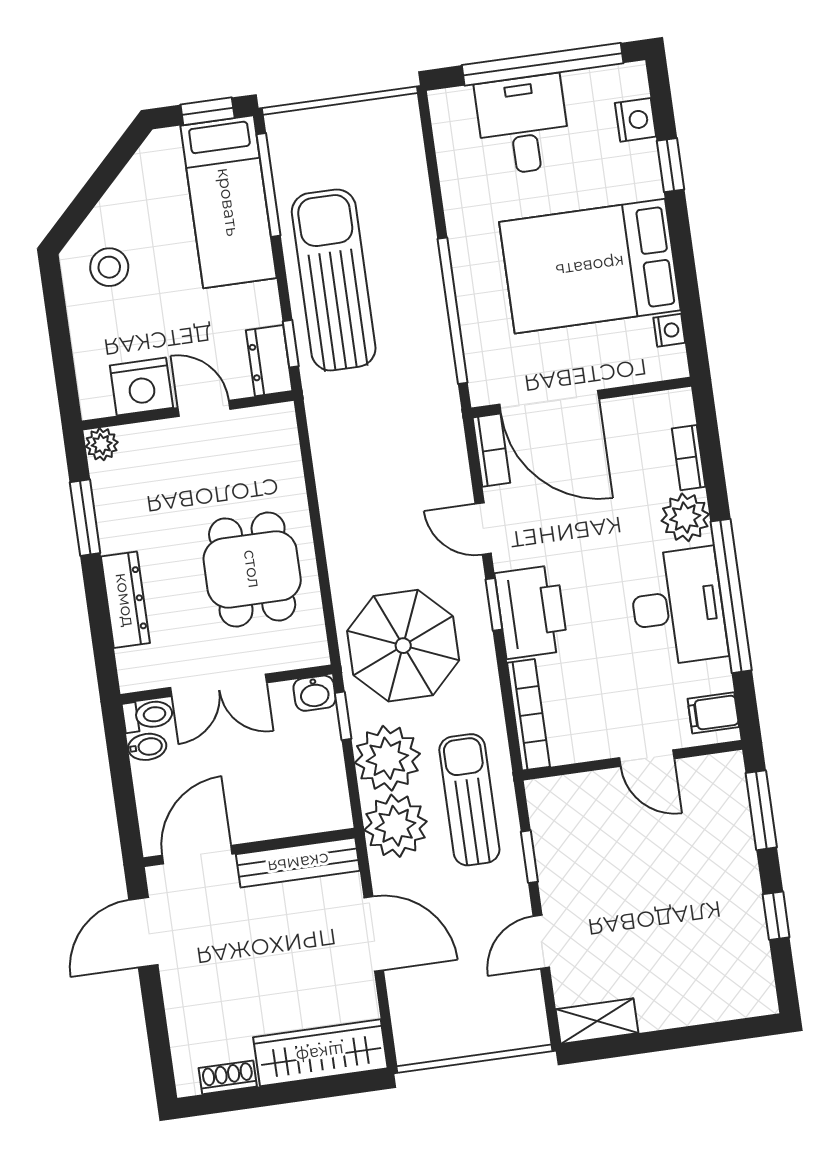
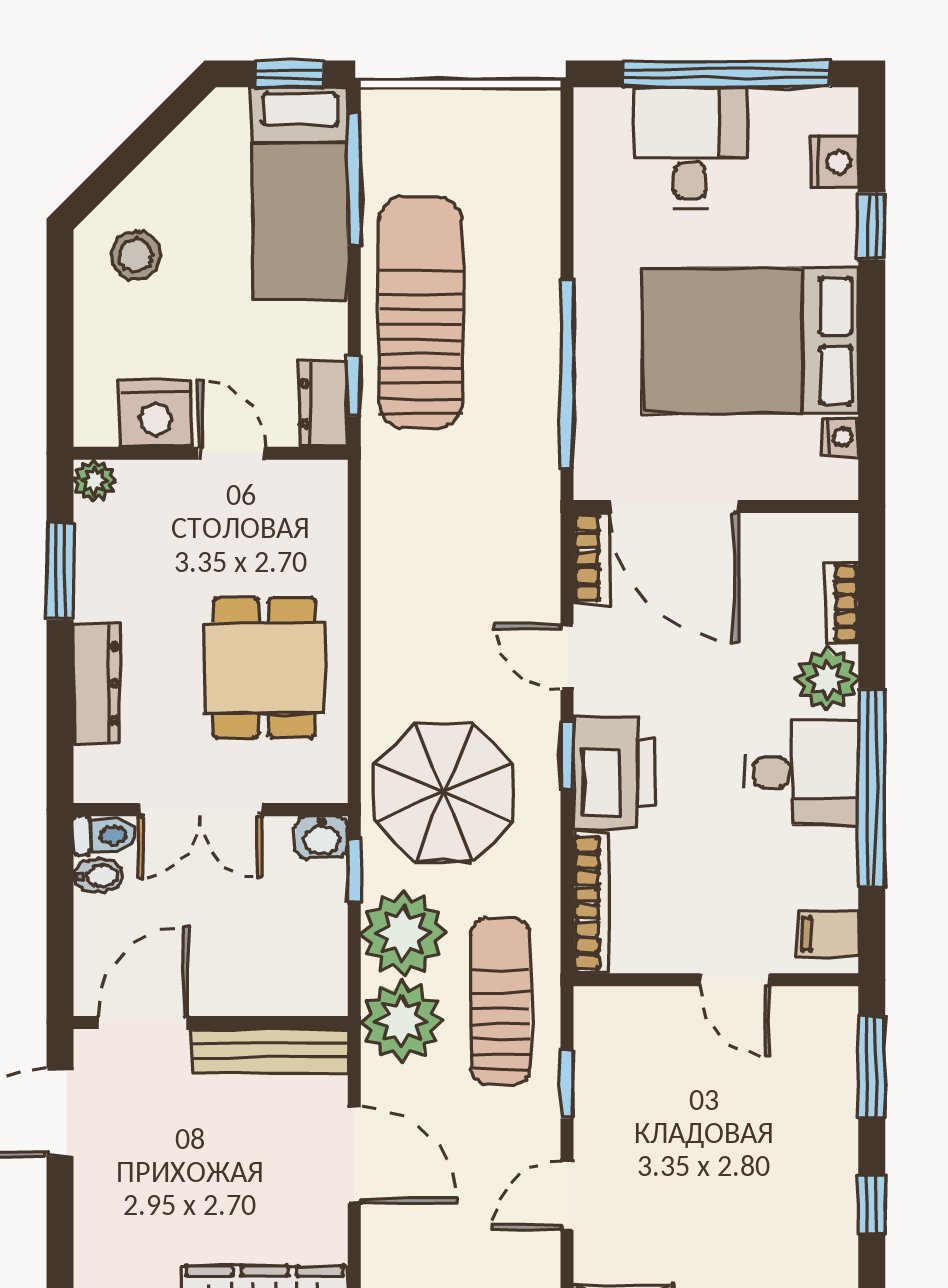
desk: (678, 607) -> (802, 772), width x0.73

